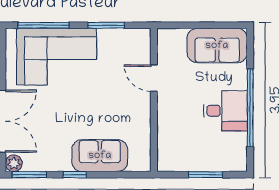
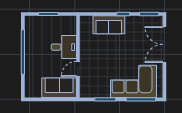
sofa: (217, 46) -> (59, 88), moved
door: (154, 78) -> (78, 69), swing flipped
desk: (225, 111) -> (64, 47), moved, turned 180
plant: (14, 163) -> (158, 20), removed

